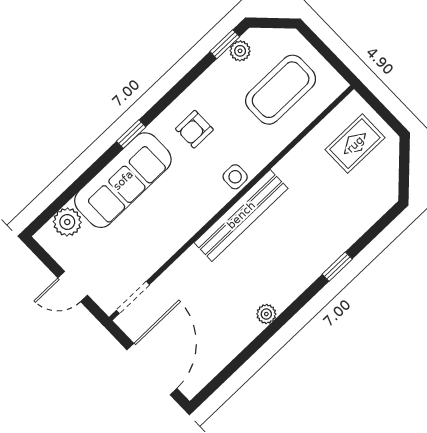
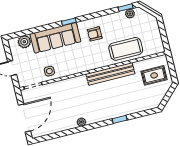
coffee table: (281, 90) -> (126, 49), moved
side table: (235, 177) -> (49, 71), moved
bench: (241, 215) -> (110, 74), moved

